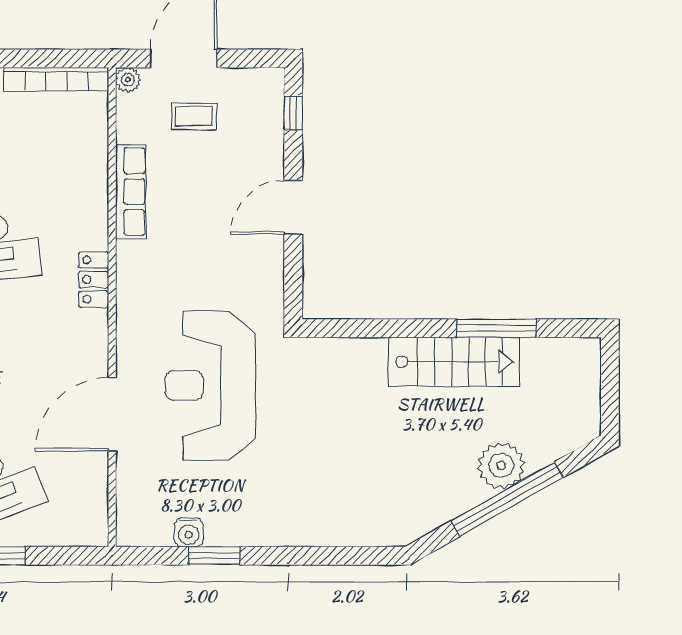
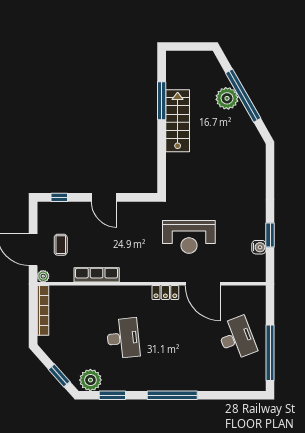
locker: (94, 280) -> (165, 293), moved
reception desk: (210, 386) -> (189, 237), width x0.74, depth x0.77

